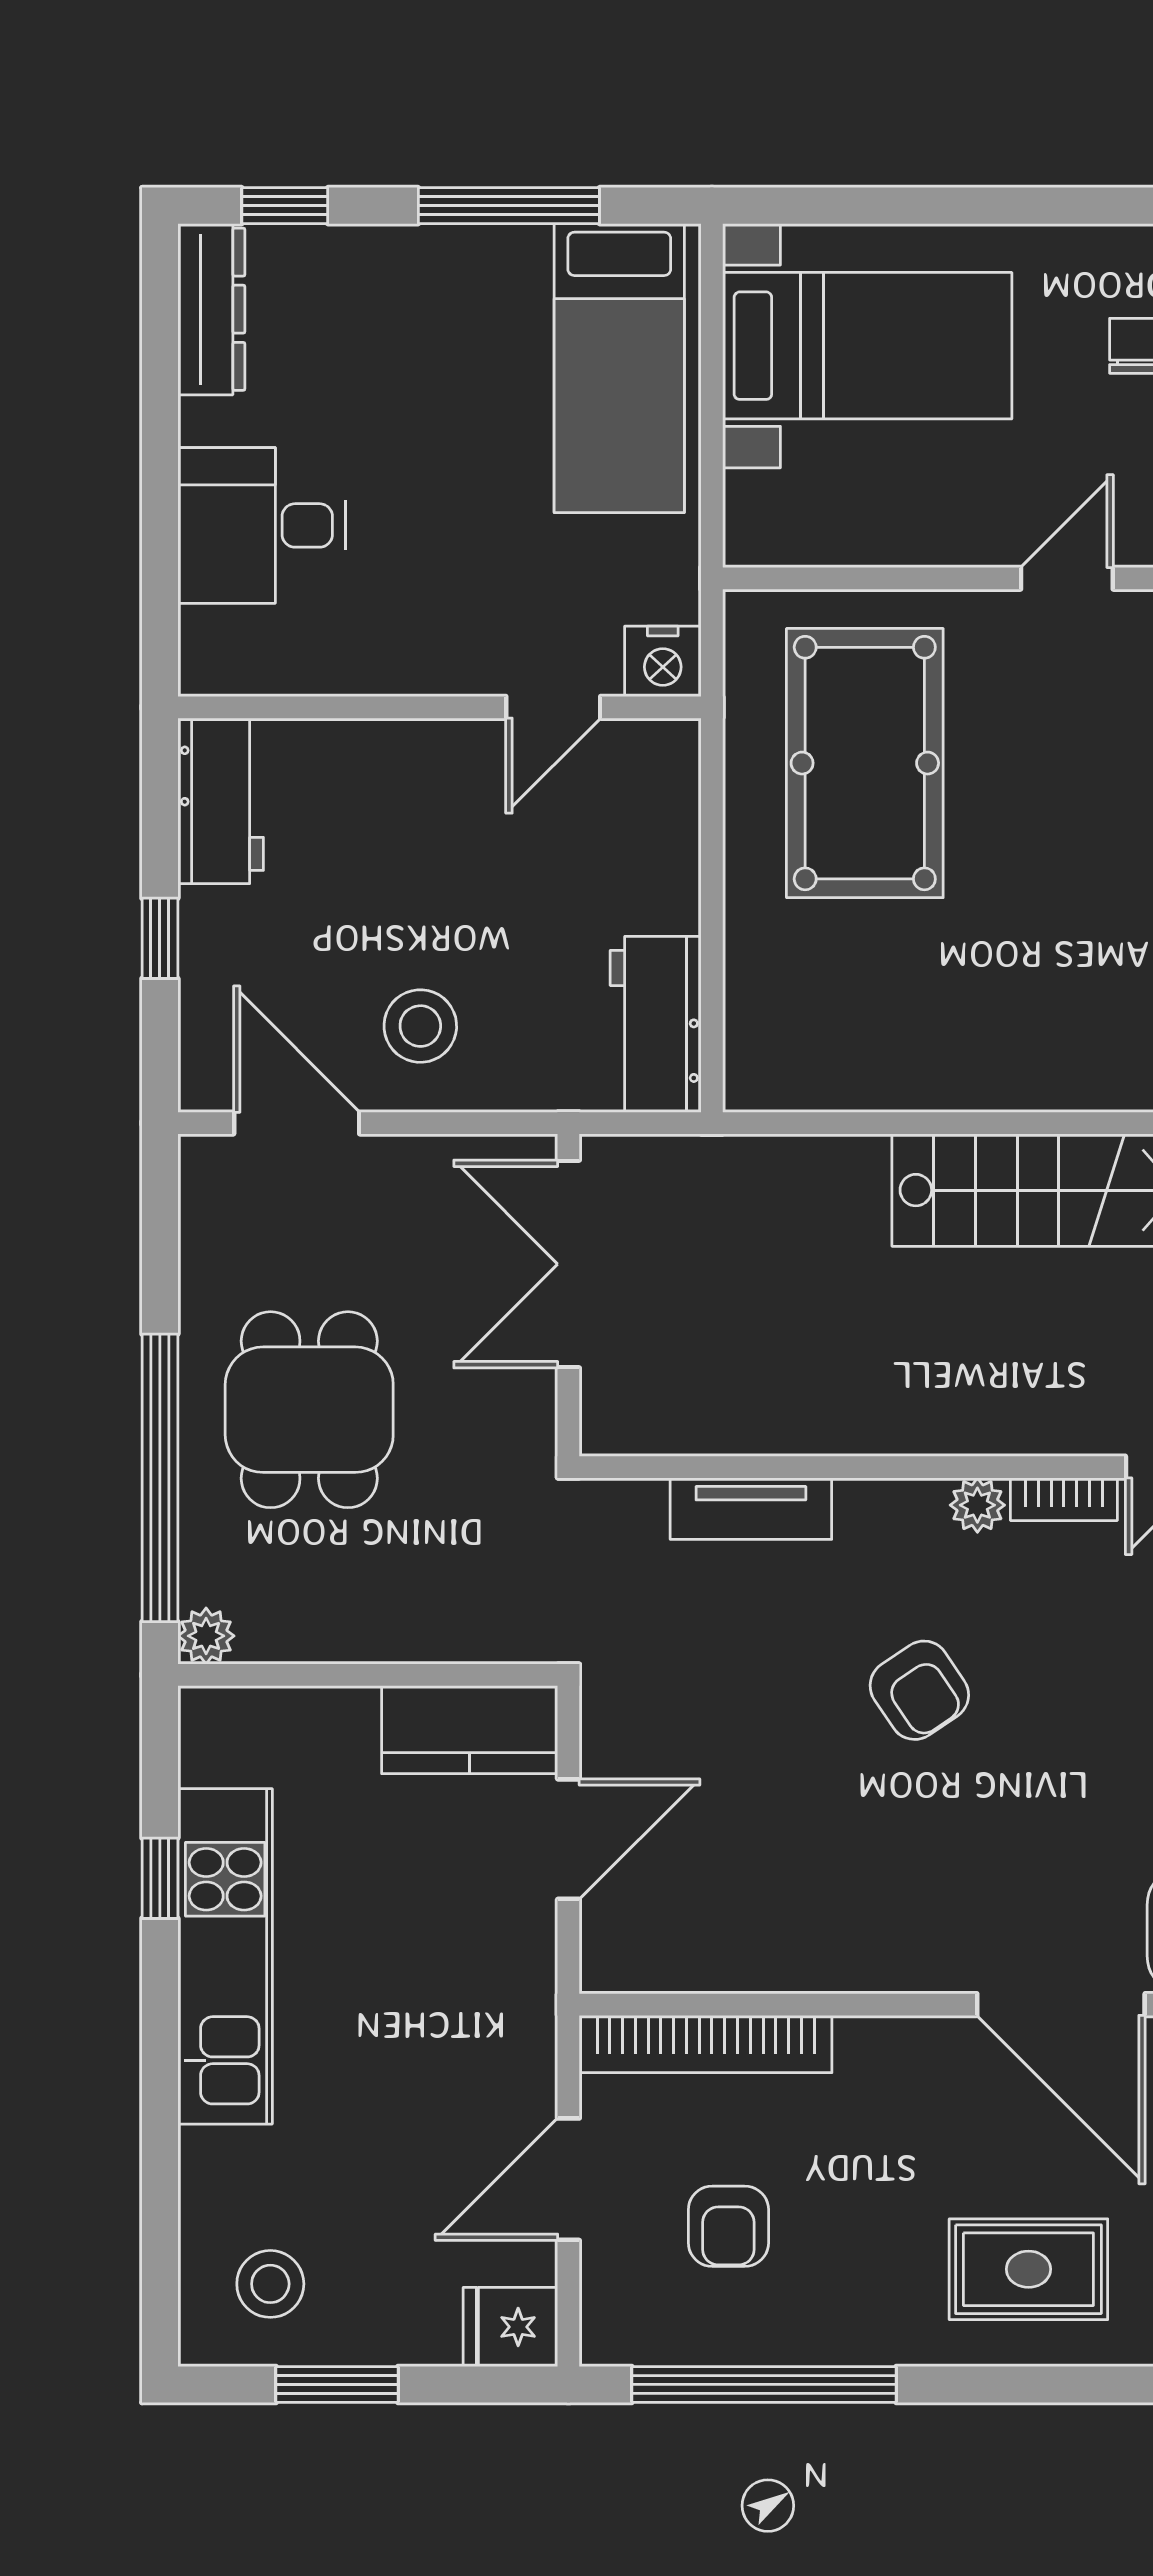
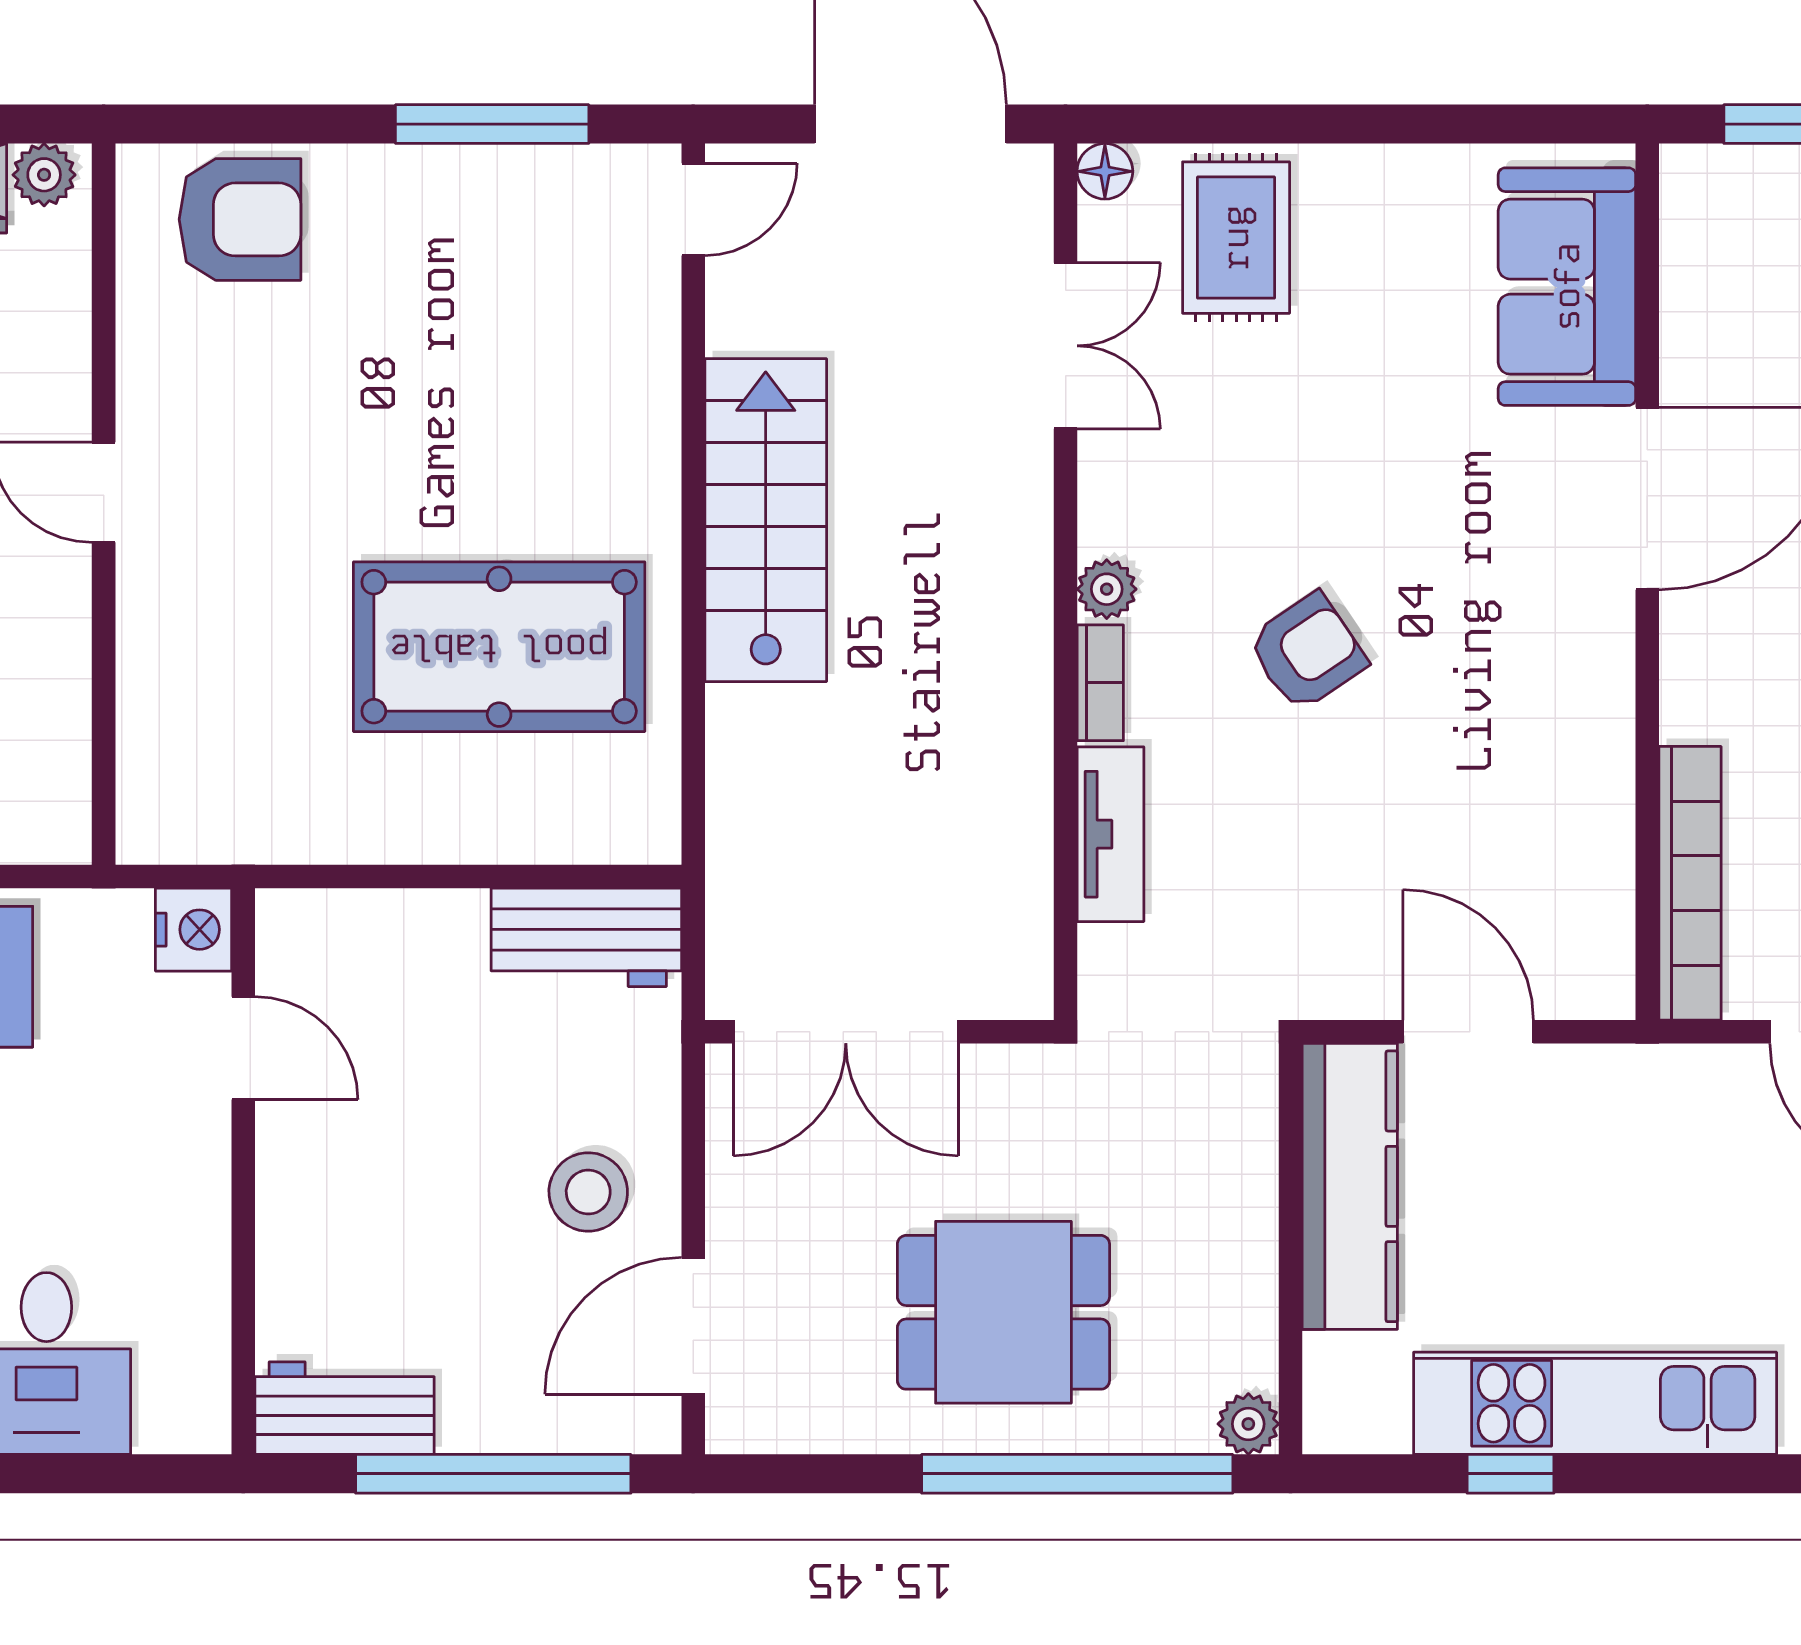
pool table: (865, 763) -> (499, 647), moved
window: (160, 938) -> (493, 1474), width x3.17
bookcase: (1064, 1499) -> (1100, 683), moved
kitchen counter: (470, 1730) -> (1350, 1186), width x1.50

